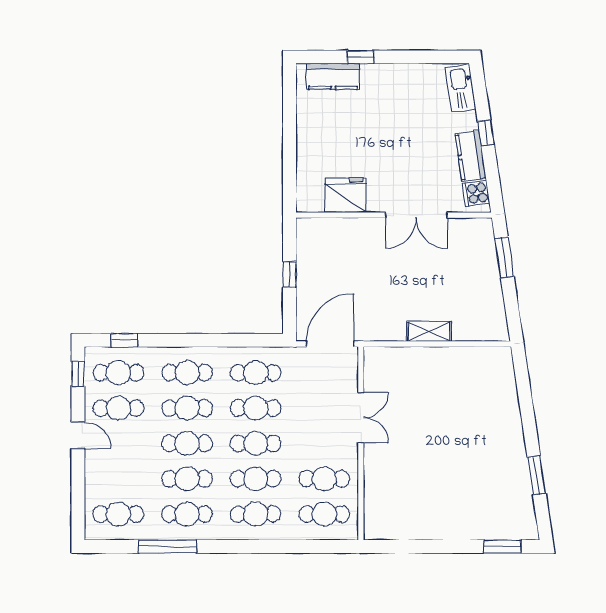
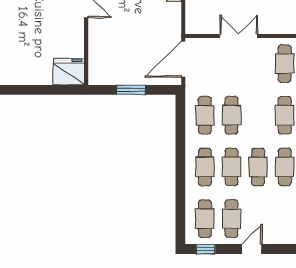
fridge: (345, 195) -> (69, 72), moved, turned 90
window: (289, 275) -> (131, 90), width x1.50
window: (124, 340) -> (180, 214), removed
door: (330, 344) -> (183, 59), hinge flipped
cafe table: (256, 443) -> (258, 115), removed

